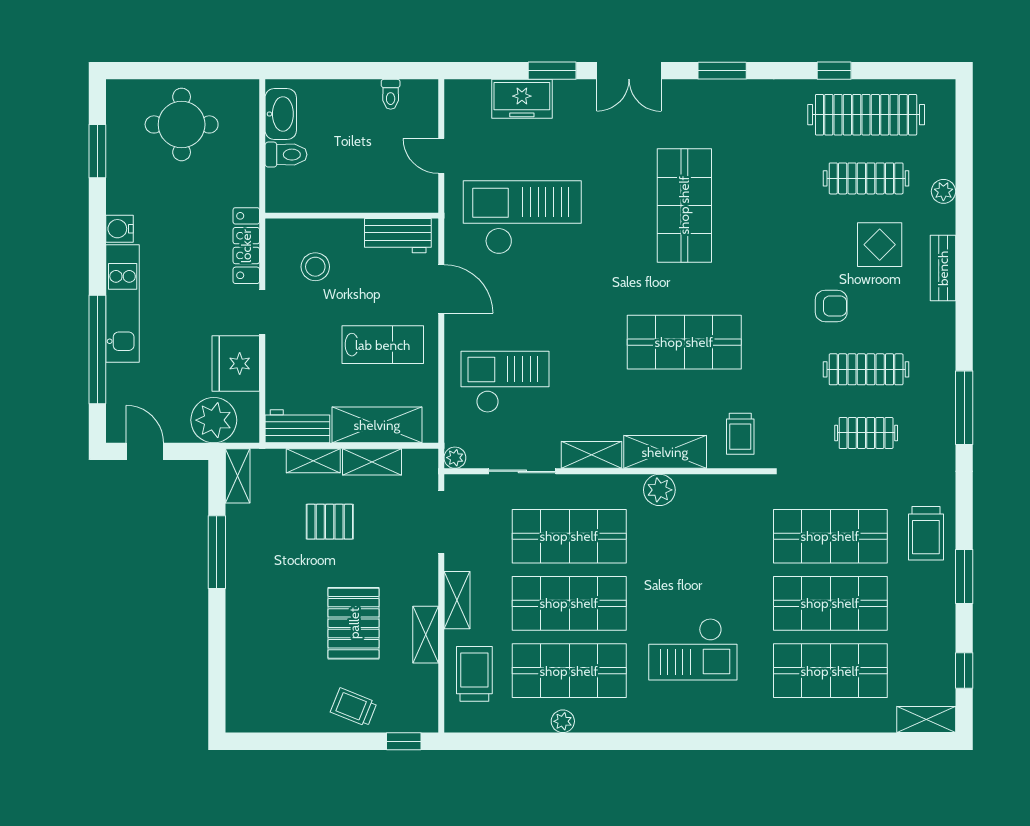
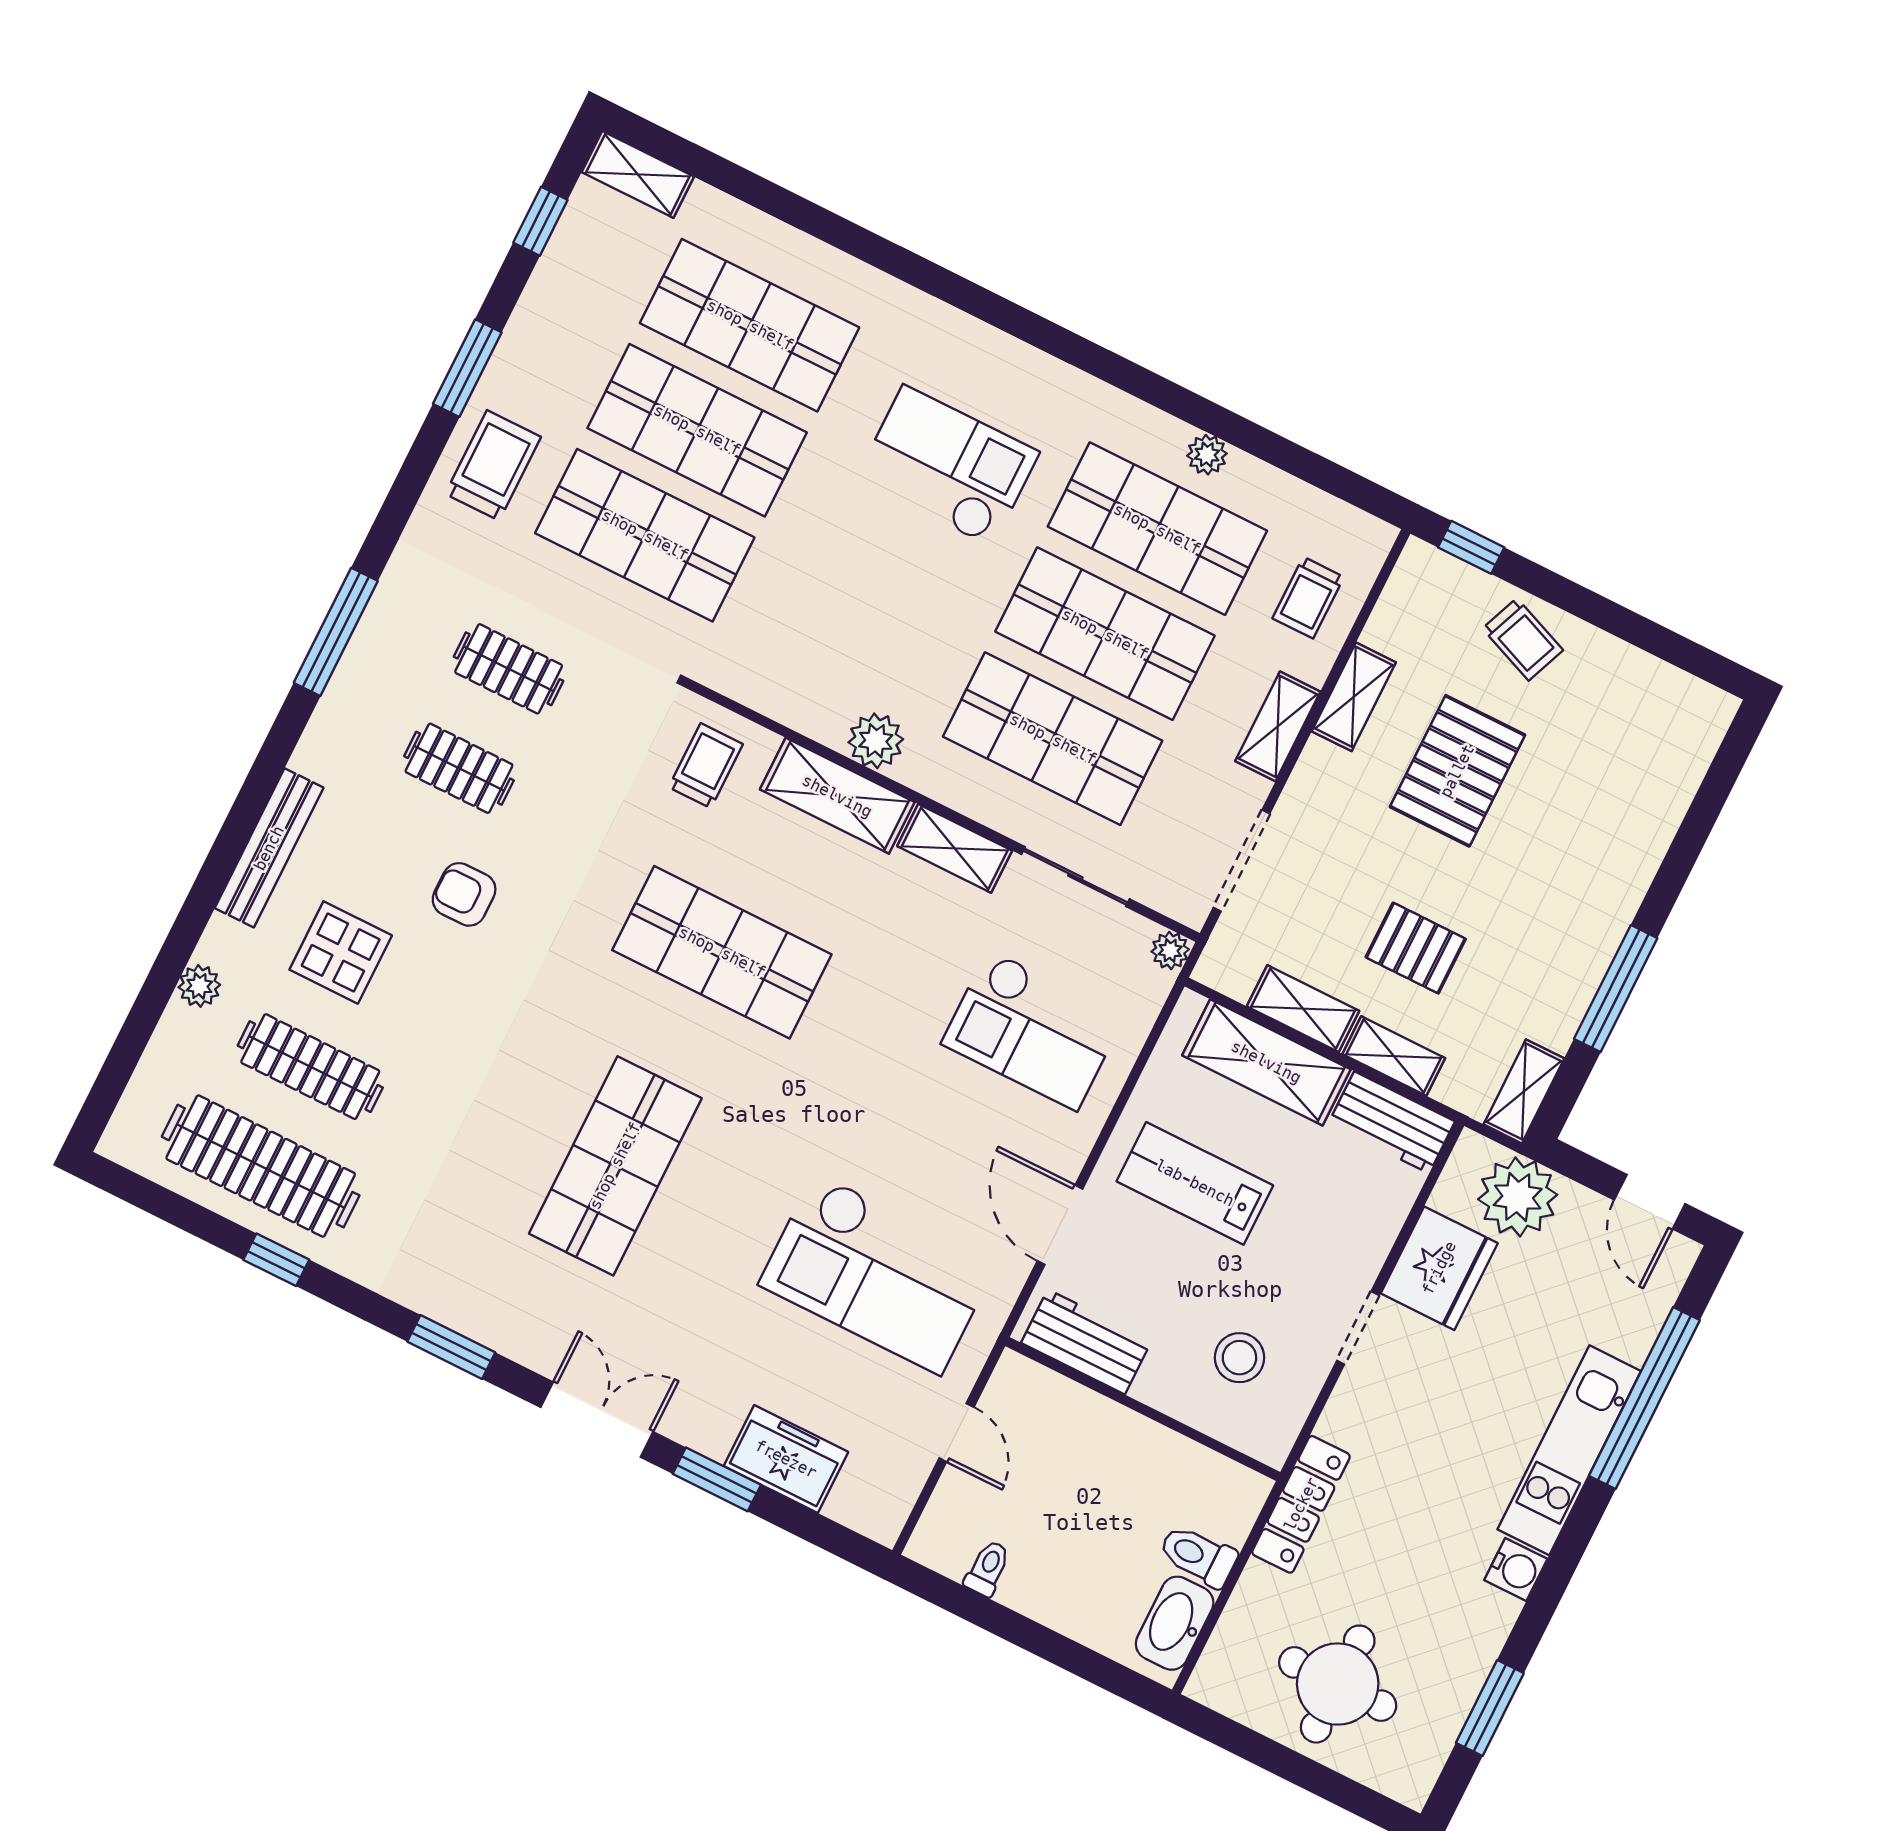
locker: (246, 246) -> (1301, 1504), moved
bench: (943, 268) -> (269, 848), width x1.36
clothes rail: (866, 369) -> (459, 768), width x0.73
trolley: (474, 674) -> (1308, 598), width x0.73, depth x0.72

